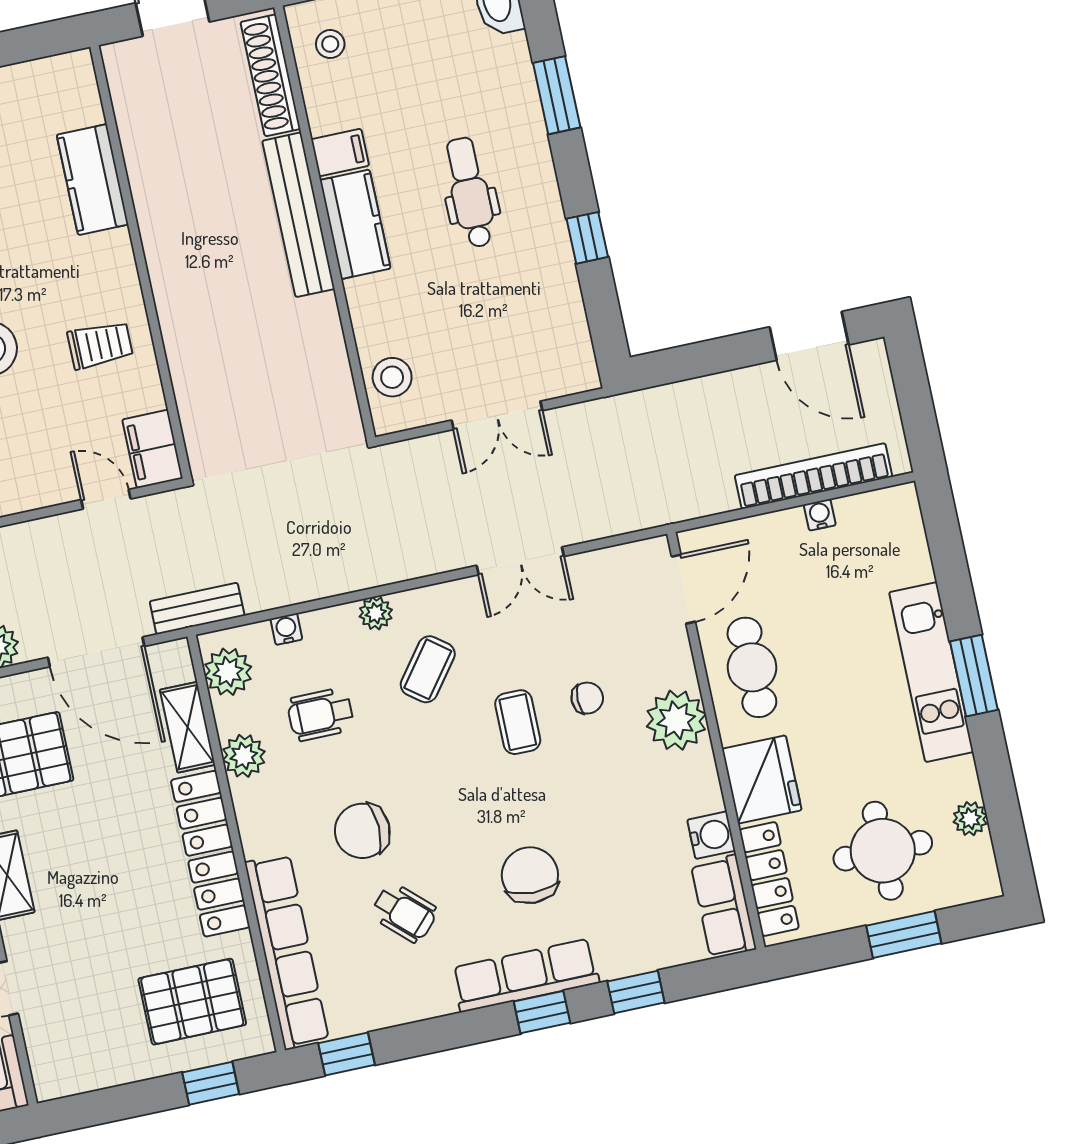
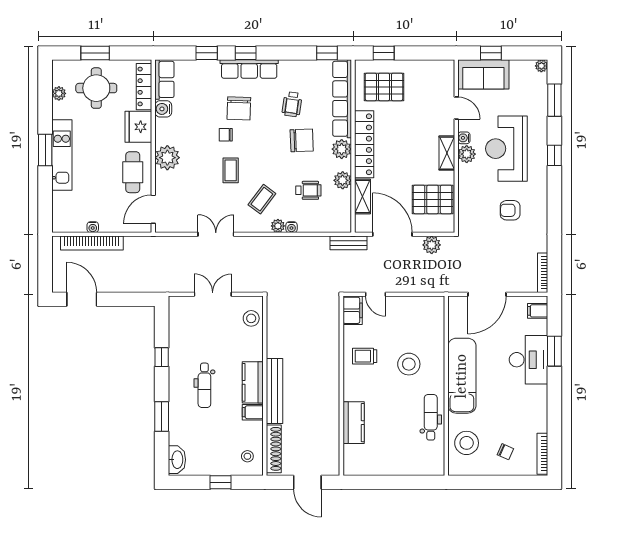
water cooler: (286, 629) -> (291, 227), moved
plant: (228, 672) -> (342, 149), moved
chair: (587, 698) -> (226, 135), moved
wheelchair: (404, 913) -> (292, 104), turned -125

